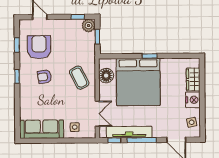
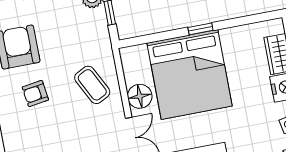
floor lamp: (106, 76) -> (140, 96), moved

